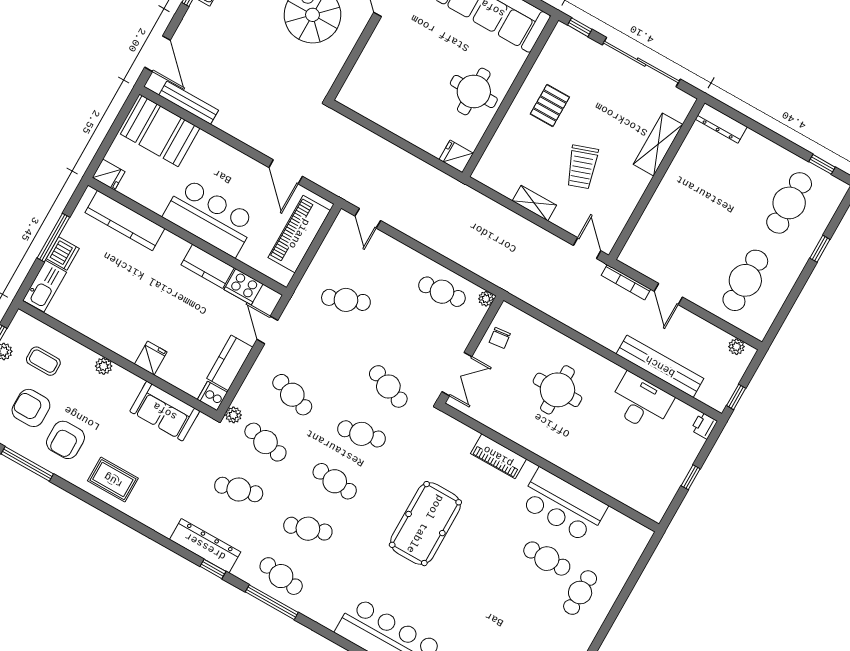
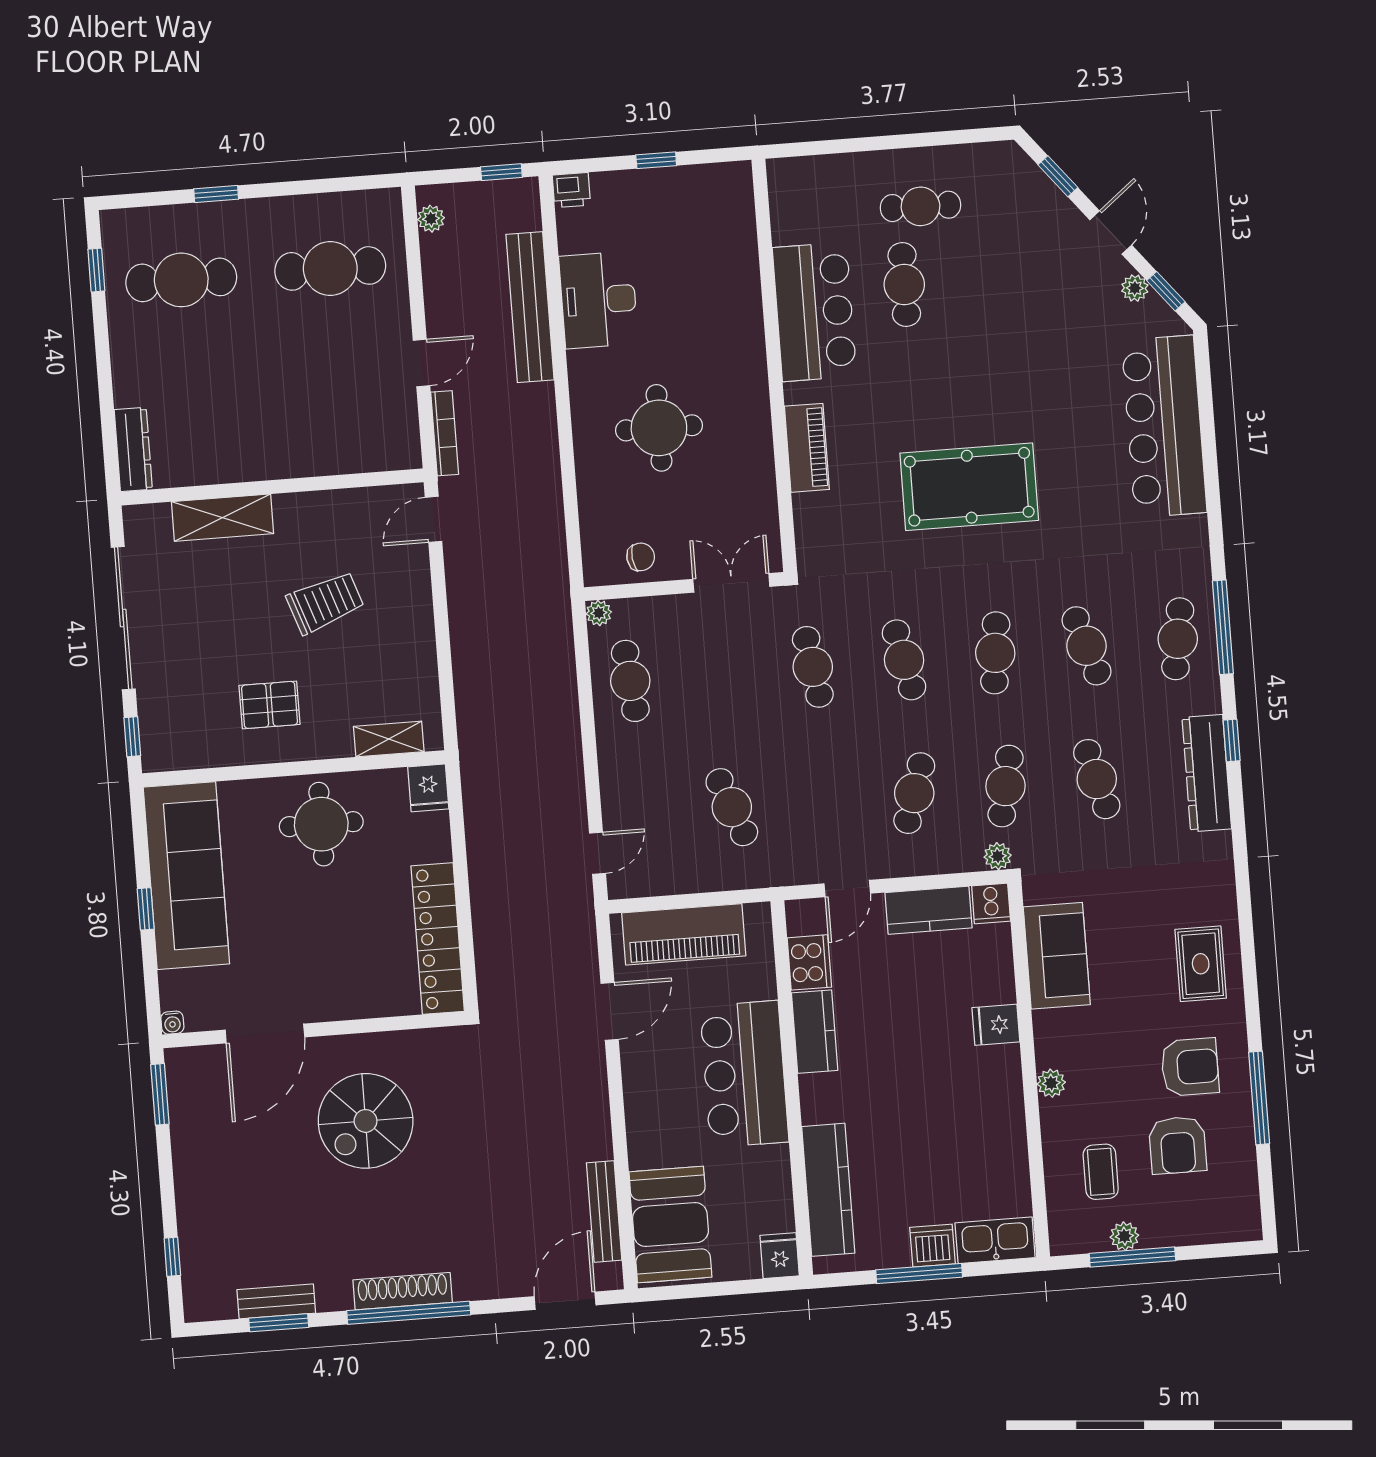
locker: (379, 111) -> (438, 939), added
shelving: (534, 203) -> (389, 739), moved, turned 90
cafe table: (388, 386) -> (813, 667), turned -30

